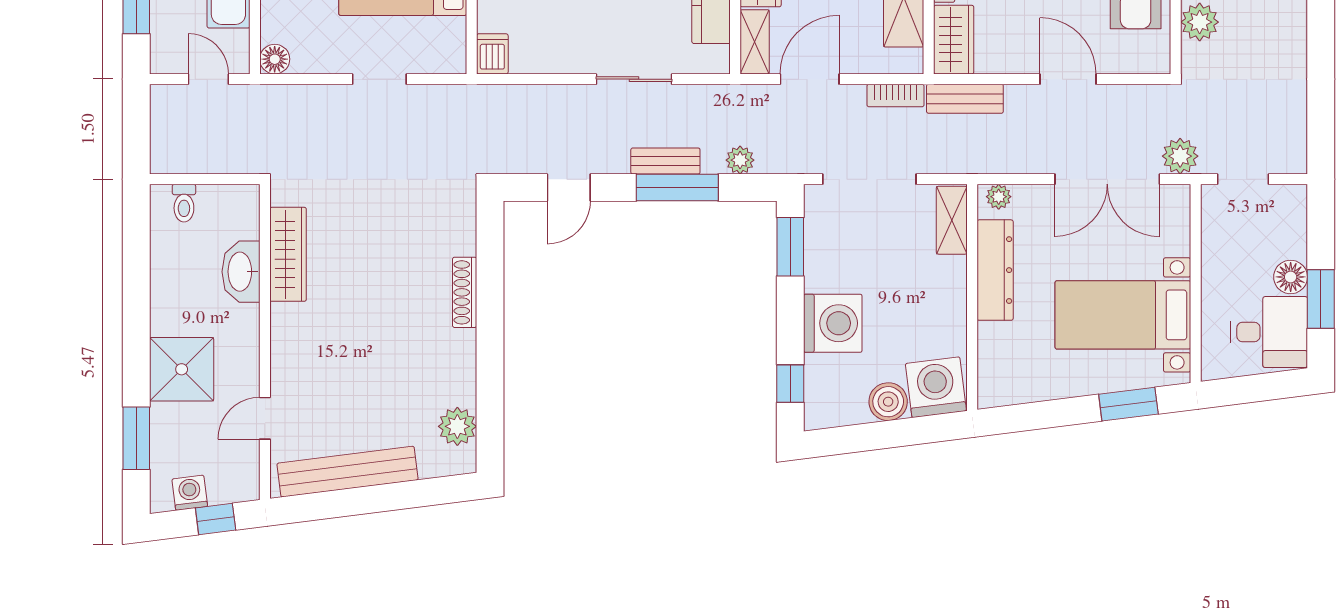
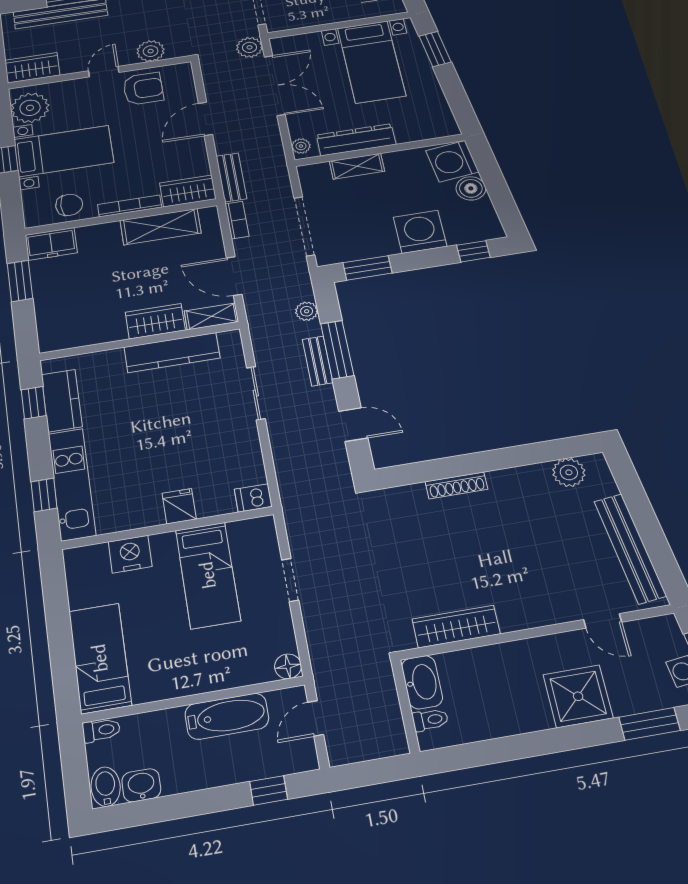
shelving: (952, 220) -> (357, 166), moved
washbasin: (241, 272) -> (422, 682), moved, turned -90

